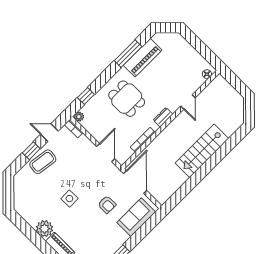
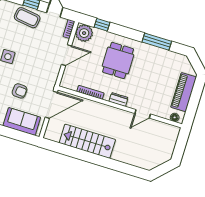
piano: (143, 58) -> (184, 92), moved, turned 90
plant: (79, 117) -> (84, 33), width x1.88, depth x1.88
stairs: (202, 151) -> (87, 141), moved
door: (106, 153) -> (66, 55), moved
armchair: (107, 205) -> (19, 91), turned -87

